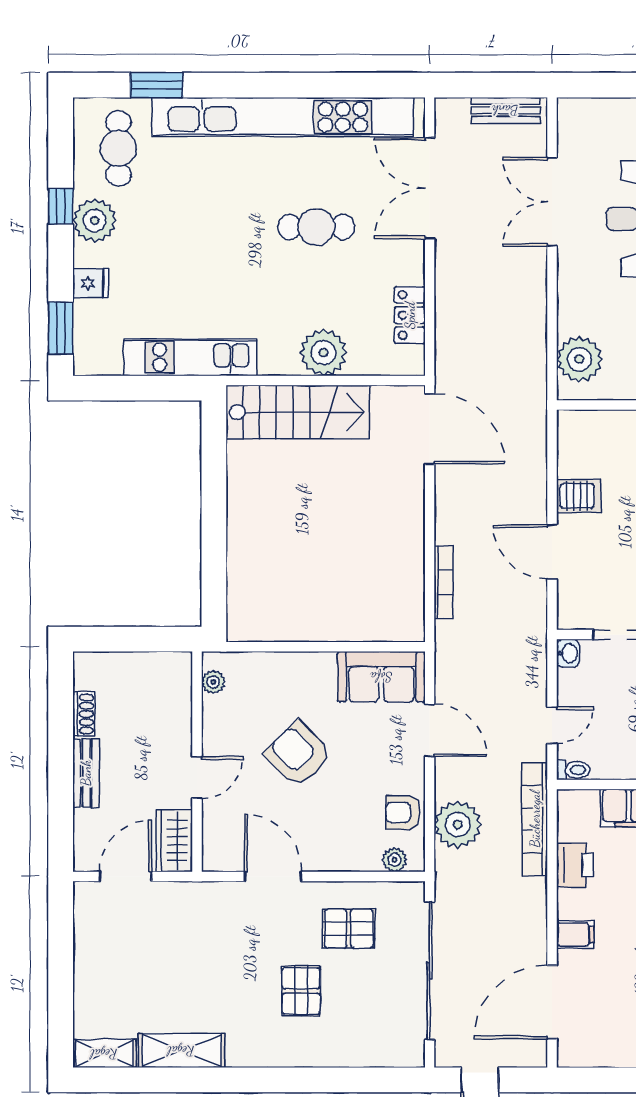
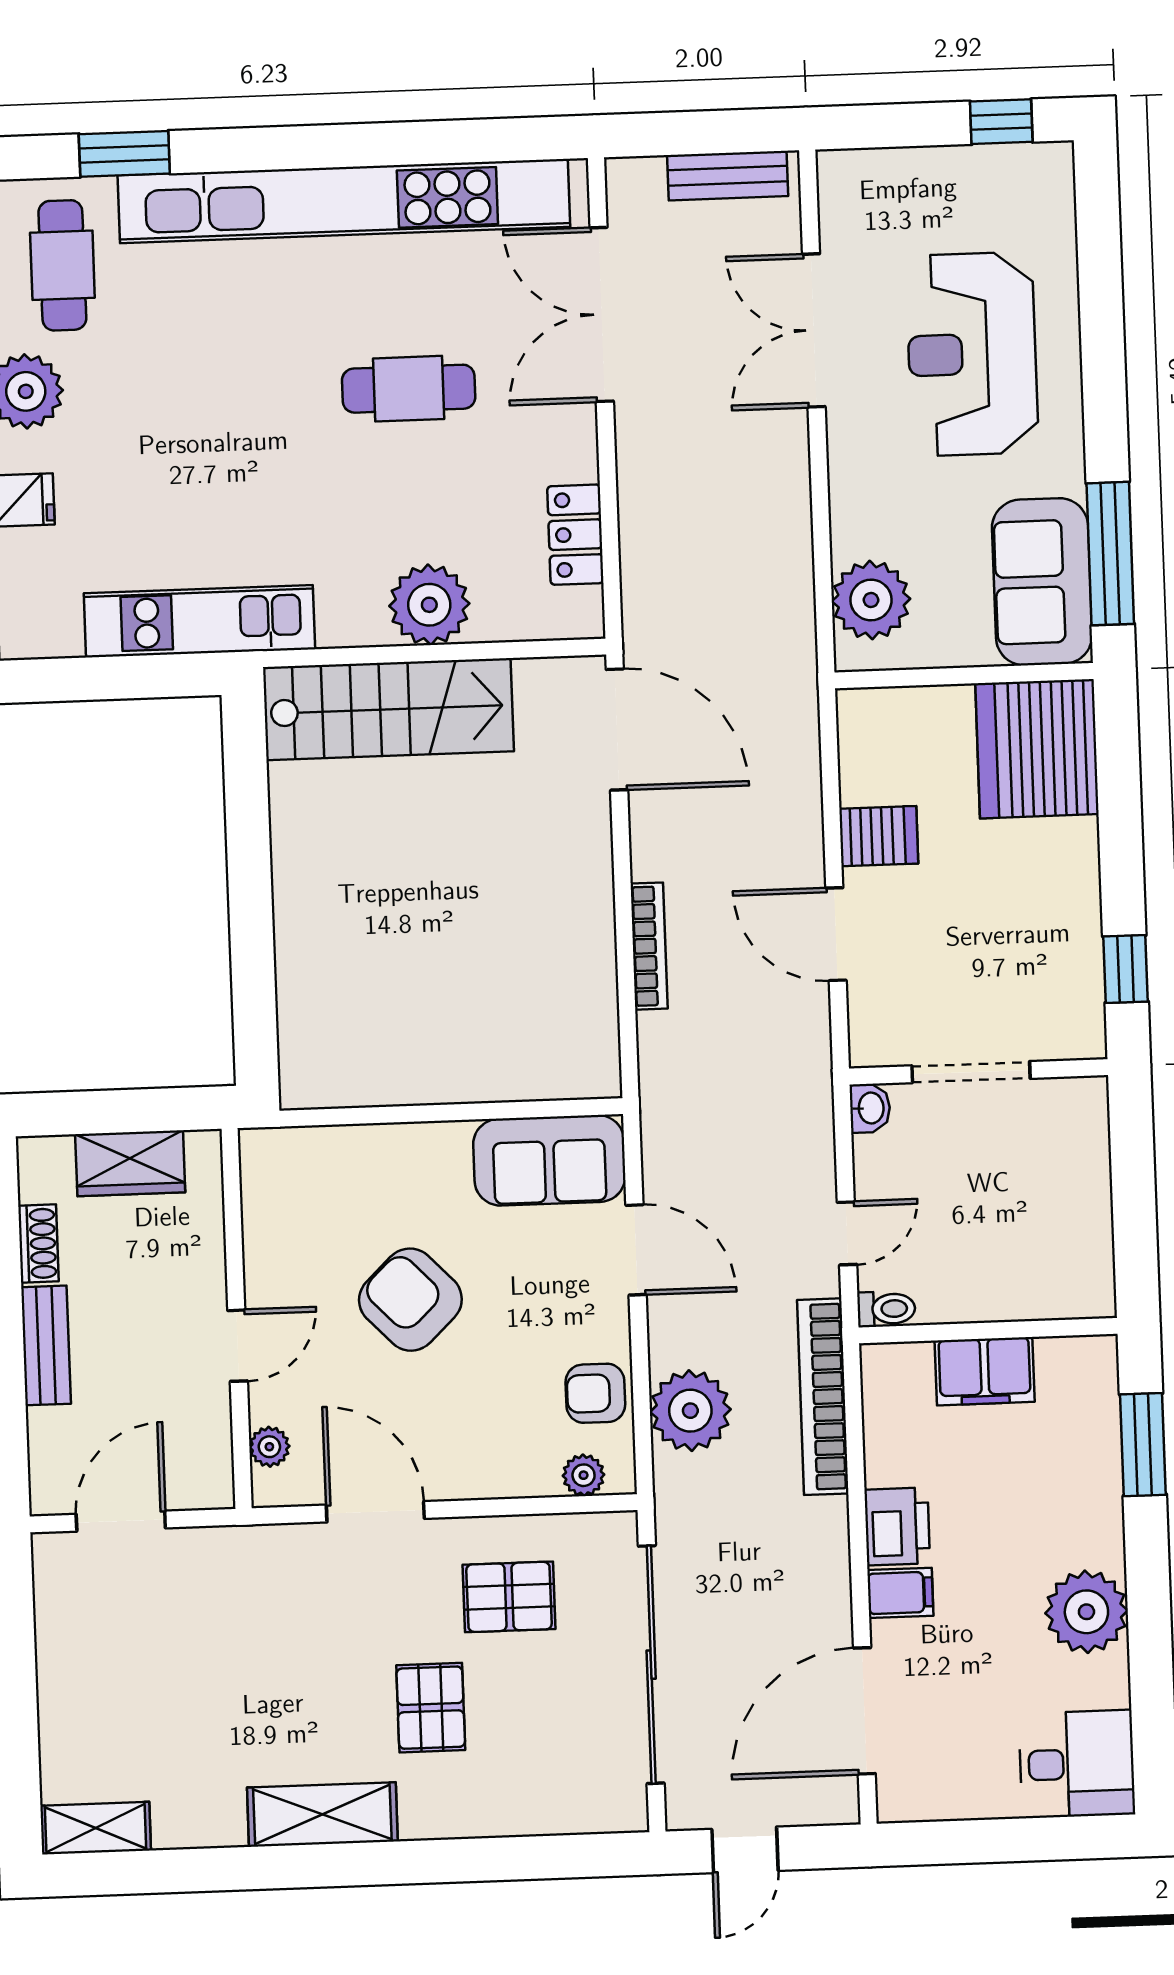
bookcase: (444, 582) -> (649, 946), moved
plant: (213, 682) -> (269, 1447), moved
wardrobe: (174, 841) -> (130, 1163), moved, turned -90
printer: (575, 865) -> (897, 1526), moved
shelving: (181, 1051) -> (322, 1814), moved

